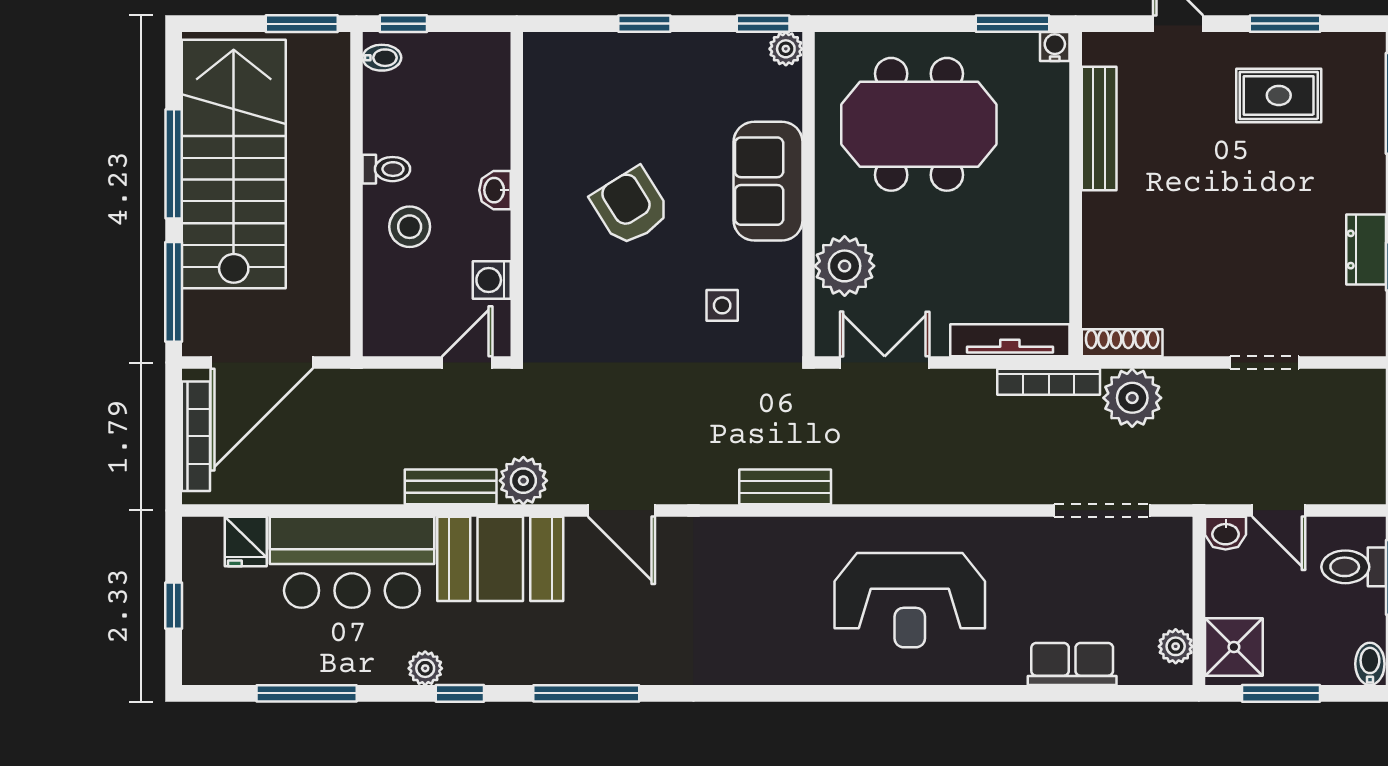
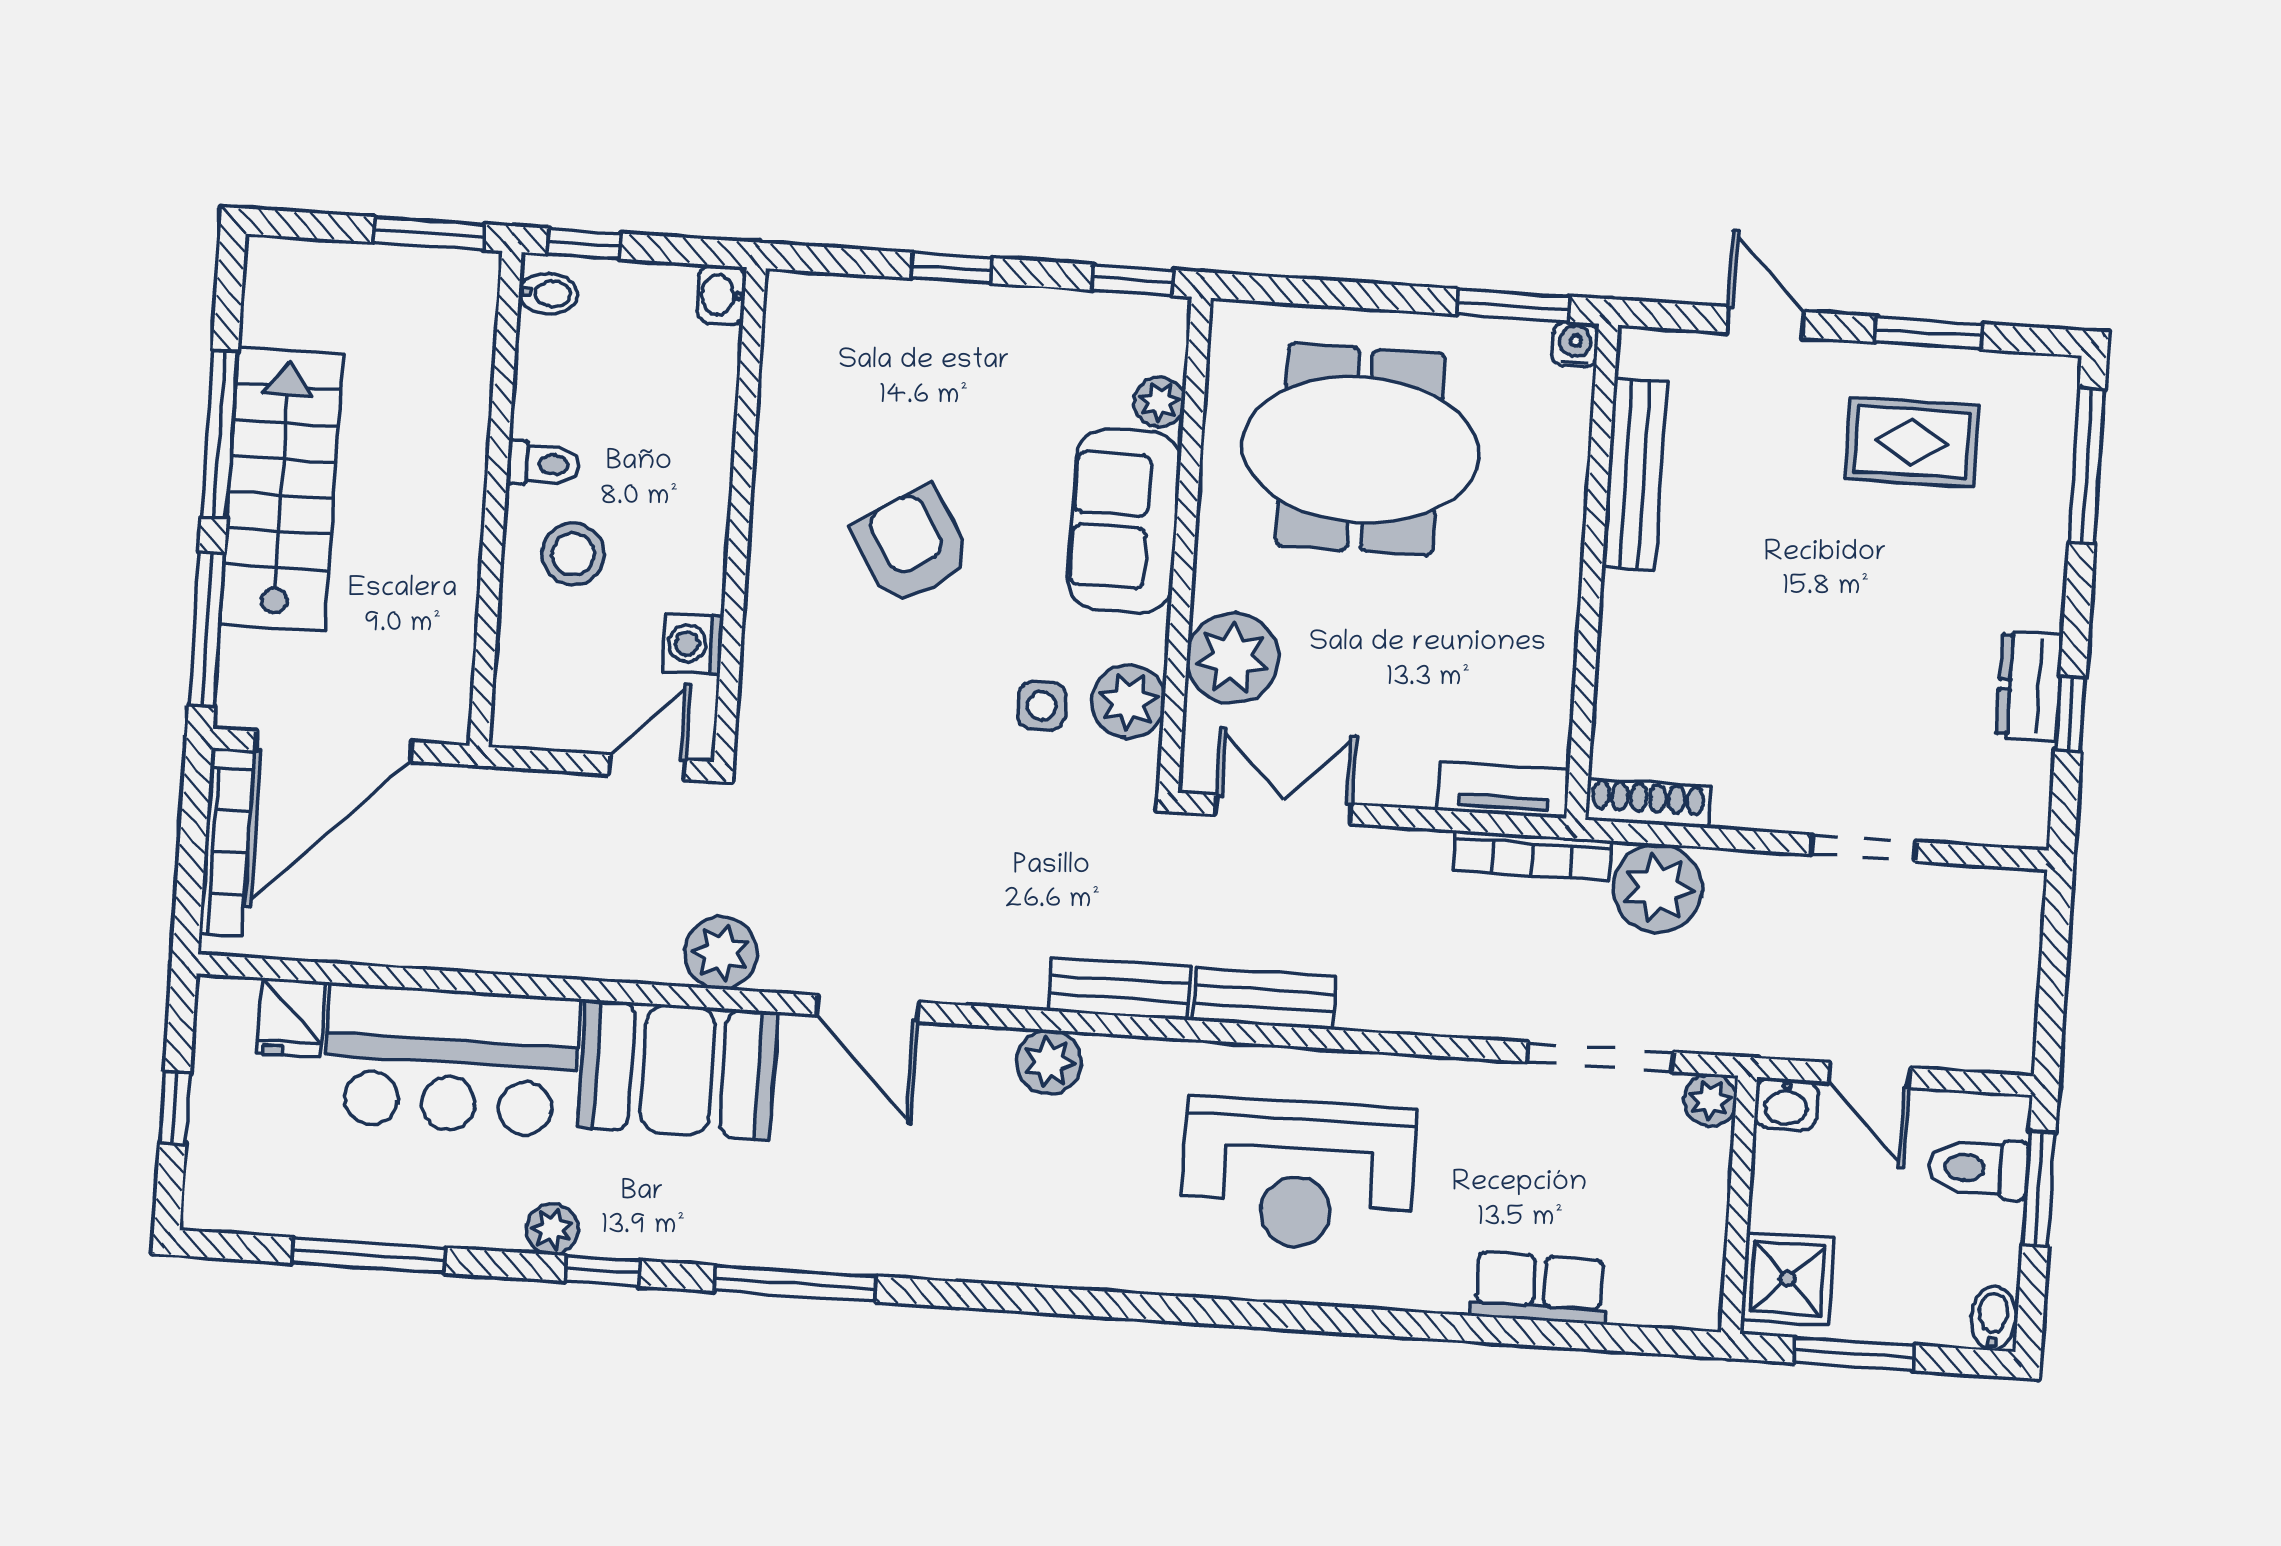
plant: (786, 49) -> (1159, 402), moved
stairs: (234, 164) -> (281, 489), width x0.73, depth x0.66
washbasin: (495, 190) -> (721, 295), moved
plant: (778, 299) -> (1128, 702), added
tv unit: (1010, 340) -> (1503, 790), width x0.71
bench: (451, 487) -> (1264, 999), moved
plant: (742, 538) -> (1049, 1062), added
plant: (1176, 646) -> (1710, 1100), moved

